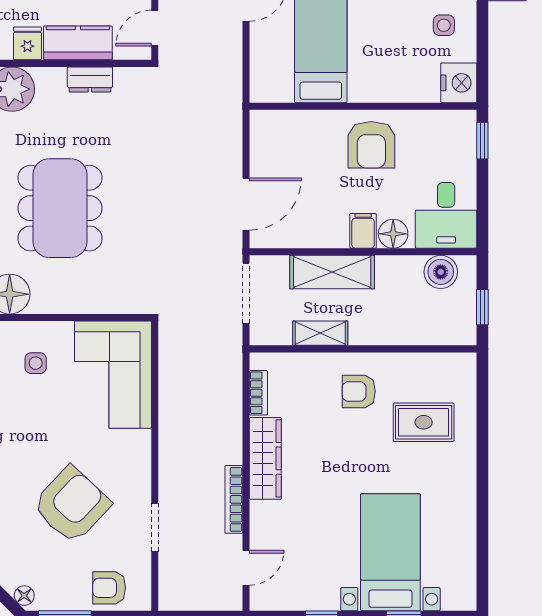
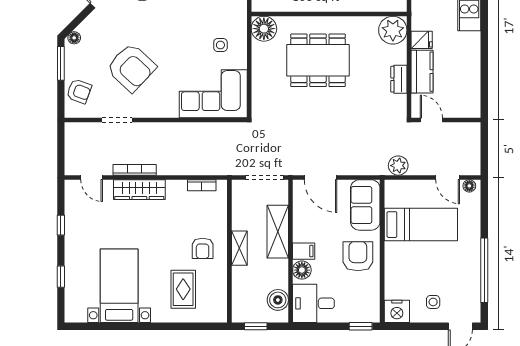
plant: (227, 81) -> (398, 166), added
sofa: (290, 133) -> (365, 205), added
armchair: (371, 145) -> (358, 256), turned 90
shelving: (320, 333) -> (239, 248), moved
armchair: (359, 391) -> (203, 248), turned 180
wardrobe: (265, 458) -> (139, 190), moved
bed with nightstands: (390, 552) -> (119, 286), moved, turned -90
armchair: (109, 588) -> (79, 91), turned 110

